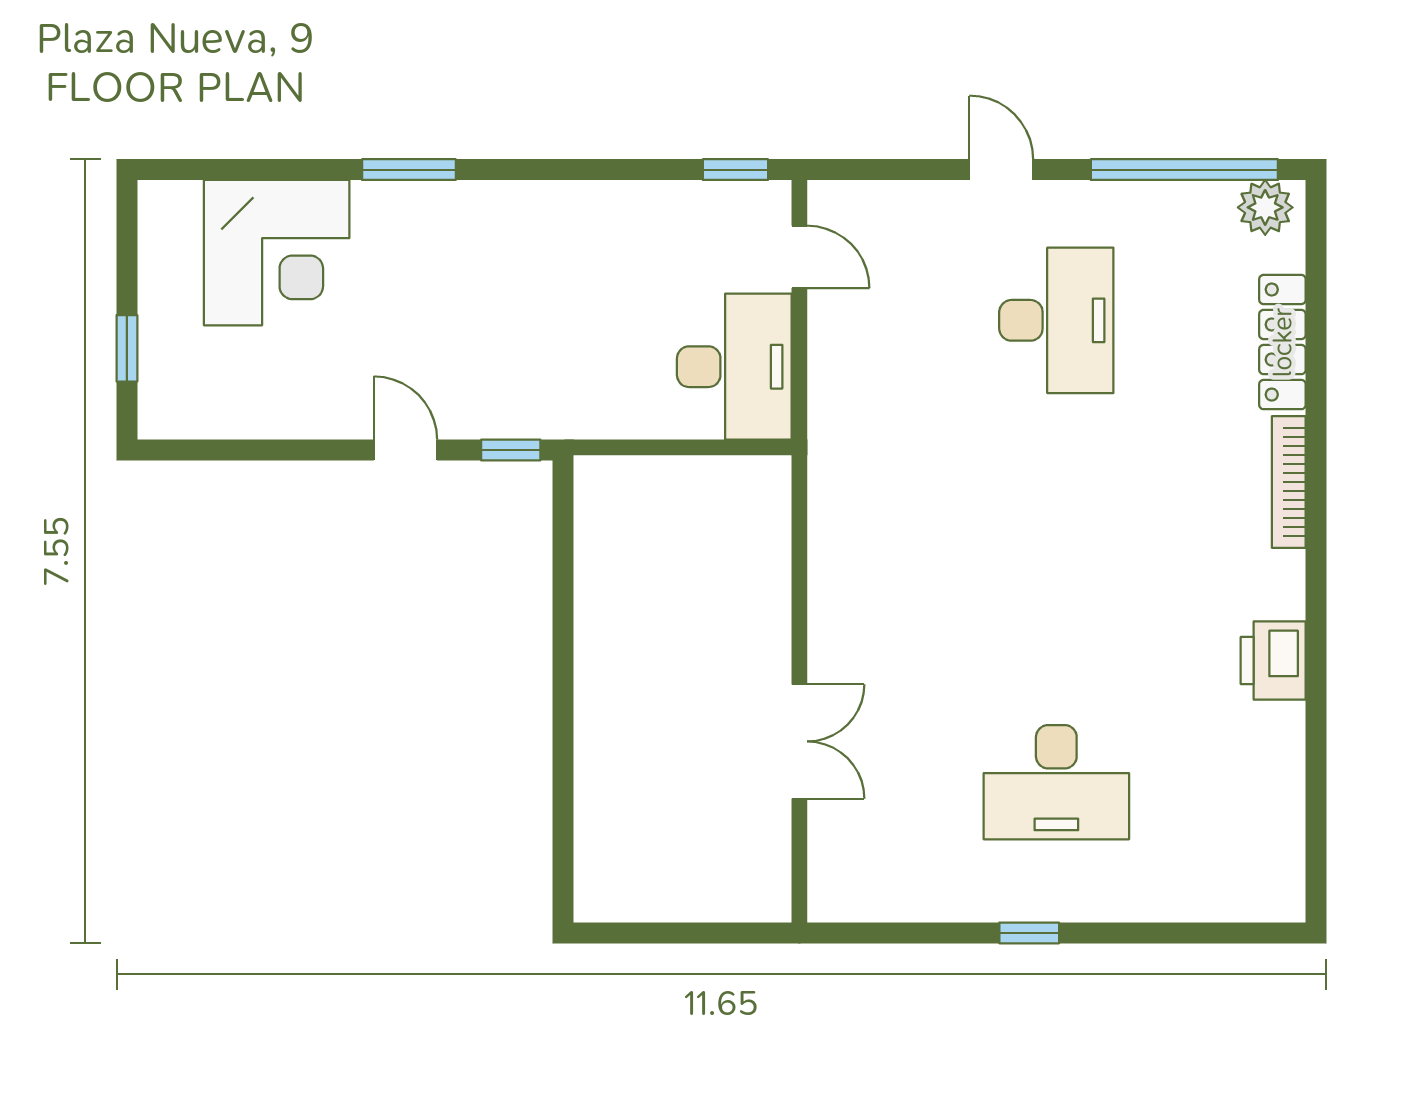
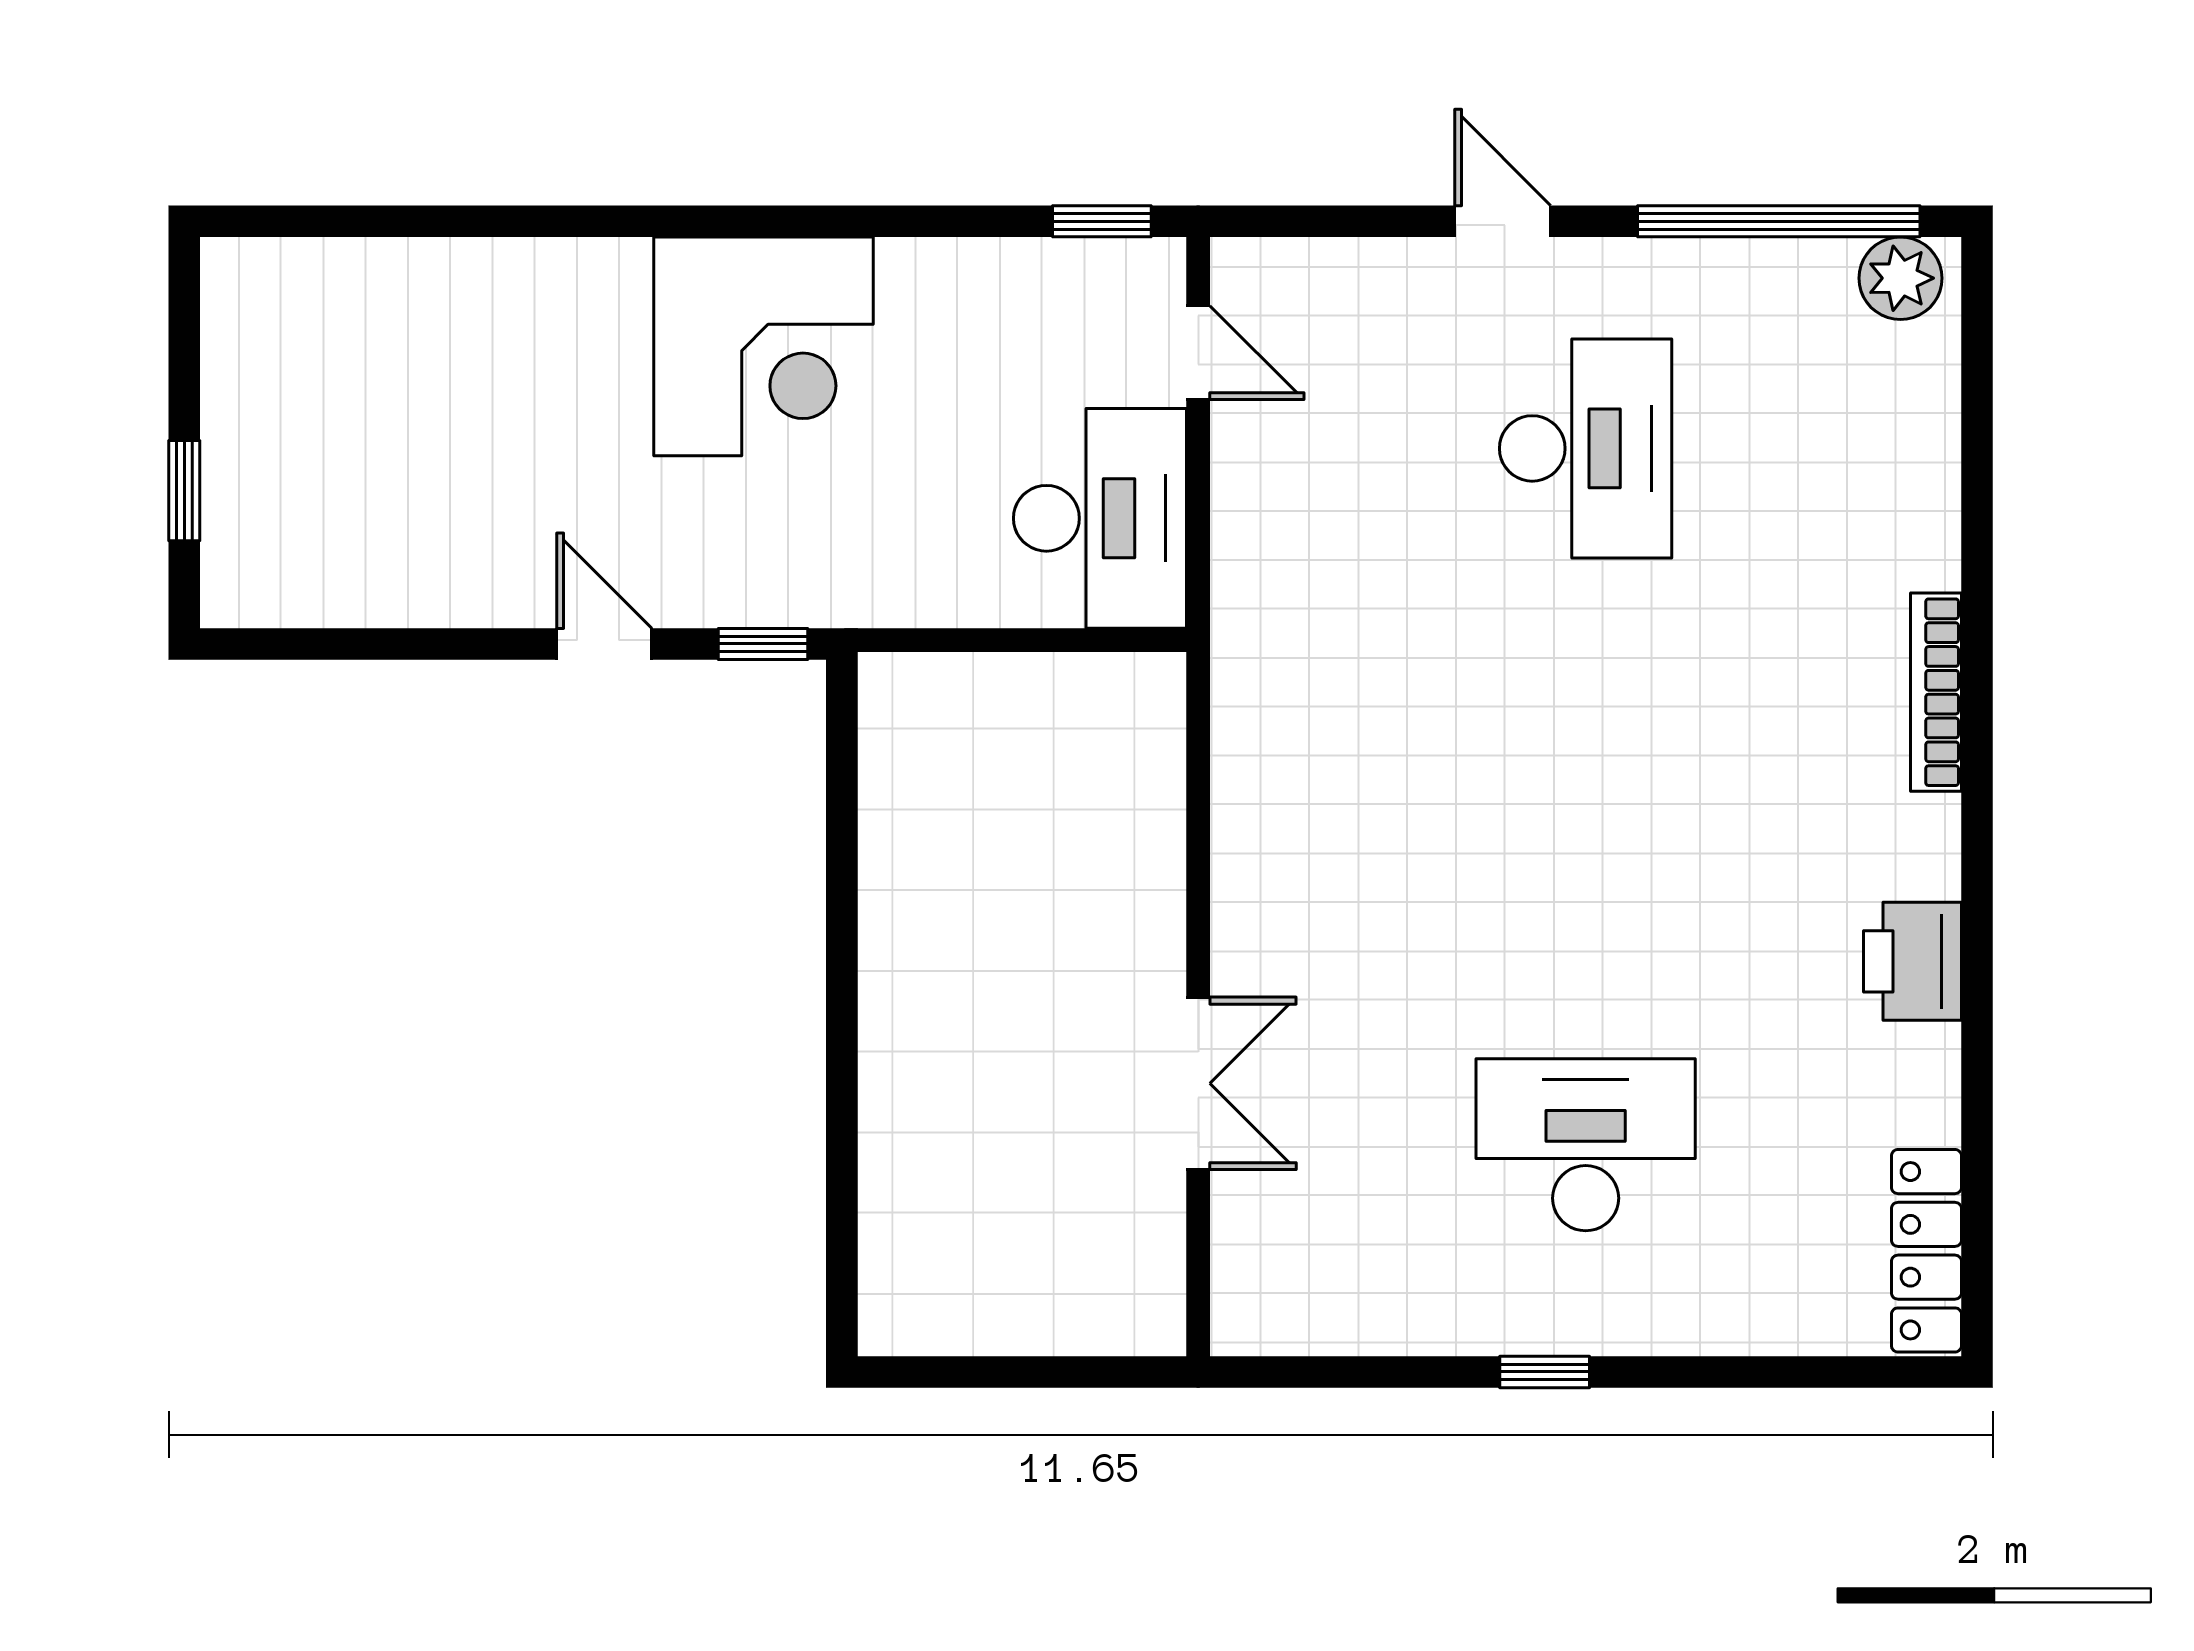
window: (409, 170) -> (610, 221), removed
corner desk: (277, 253) -> (763, 346), moved
locker: (1282, 342) -> (1926, 1251), moved
desk: (1056, 782) -> (1586, 1145), turned 180

